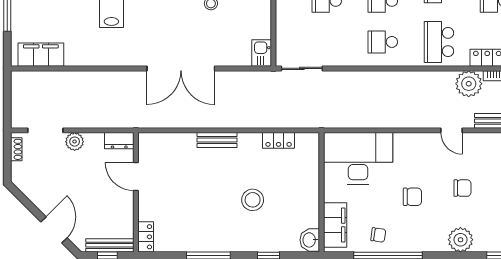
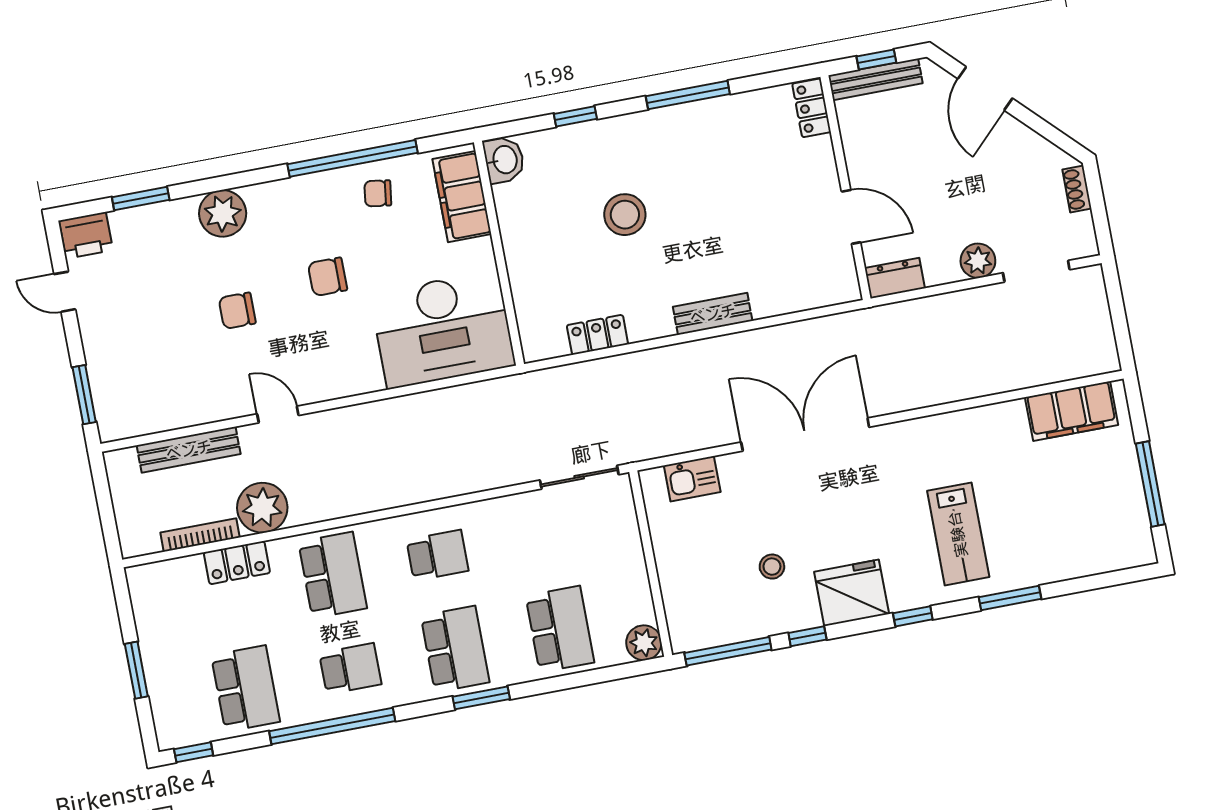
kitchen sink: (262, 53) -> (692, 479), moved, turned 90
shoe rack: (16, 149) -> (1077, 189), moved

